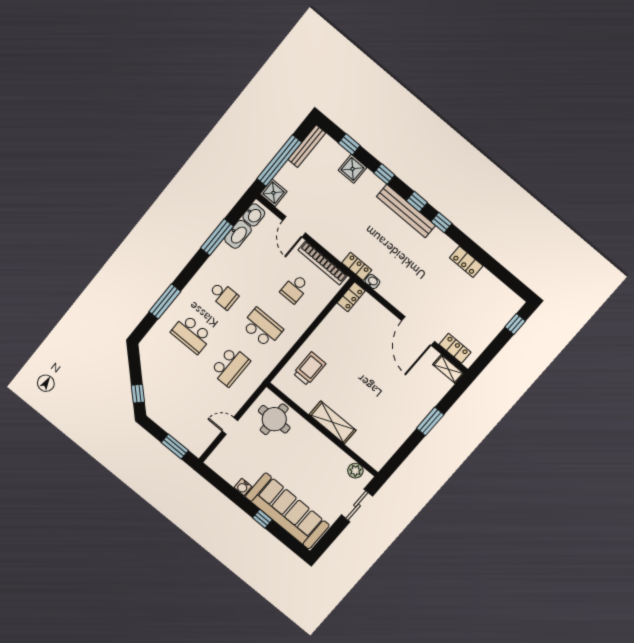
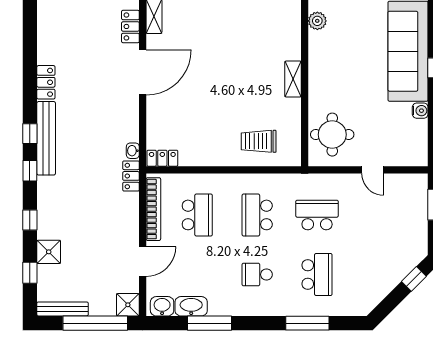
bench: (406, 211) -> (46, 138), moved
school desk: (295, 289) -> (197, 215), width x1.85
school desk: (223, 295) -> (257, 274), turned -90
shelving: (333, 422) -> (293, 79), width x0.67, depth x0.75

